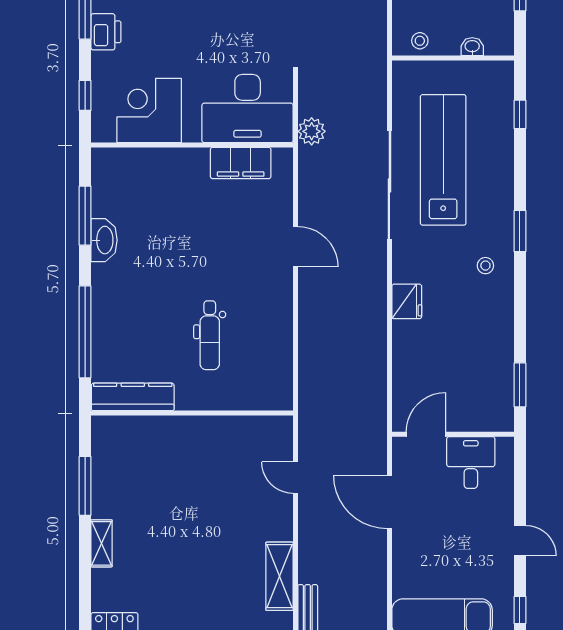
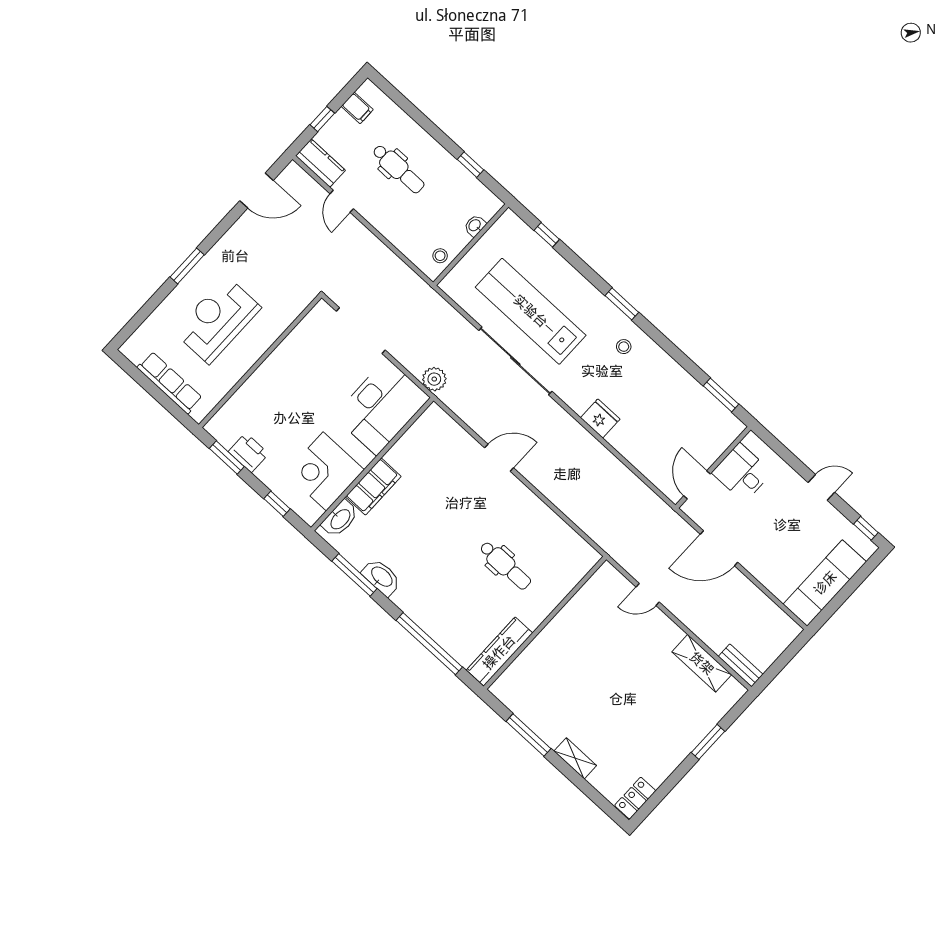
washbasin: (121, 160) -> (340, 519), added
filing cabinet: (241, 163) -> (373, 487), moved

